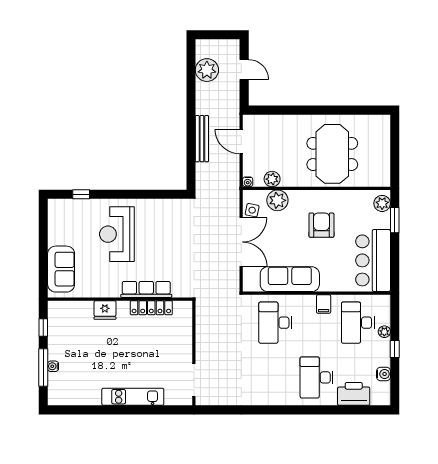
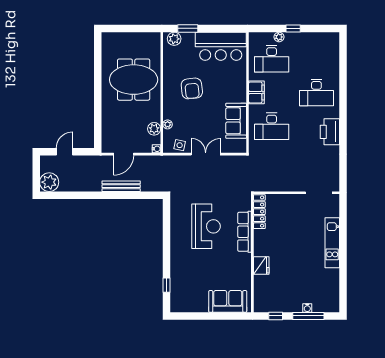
plant: (207, 70) -> (49, 182), moved
plant: (277, 200) -> (168, 124), width x0.53, depth x0.53
armchair: (321, 225) -> (192, 88), turned -96
reception desk: (117, 234) -> (206, 226), moved, turned -90
double door: (241, 242) -> (206, 154), width x0.73
sofa: (290, 279) -> (236, 121), width x0.73
filing cabinet: (324, 304) -> (256, 92), width x2.00
locker: (151, 308) -> (259, 212), moved
water cooler: (383, 374) -> (314, 38), removed
printer: (354, 394) -> (330, 132), moved

